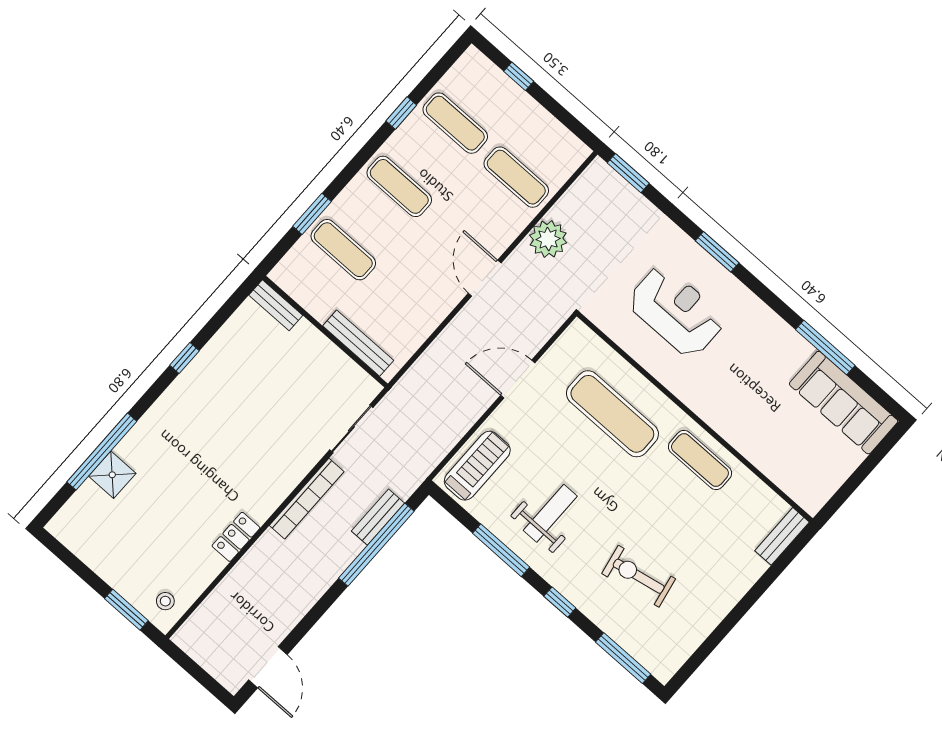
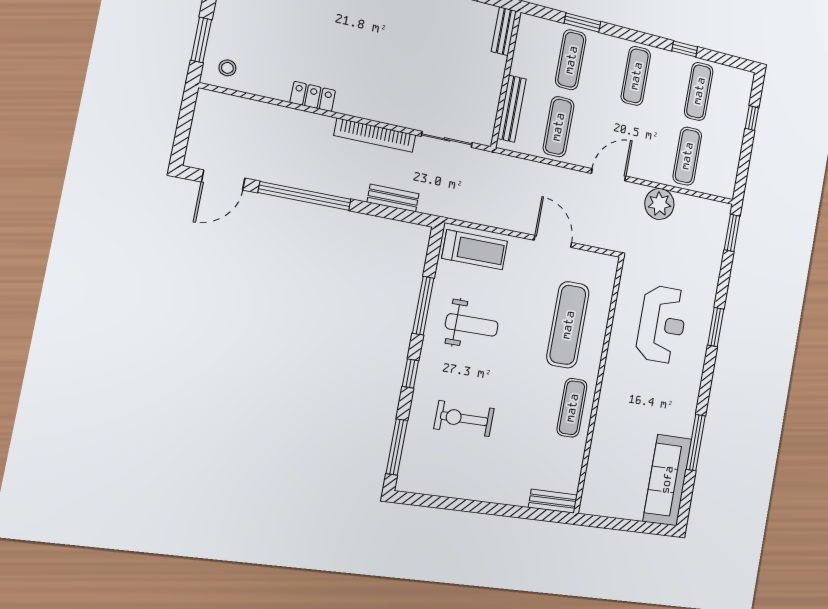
exercise mat: (404, 304) -> (558, 127), added
window: (376, 545) -> (305, 196), moved
exercise bike: (639, 576) -> (464, 419), turned -79

